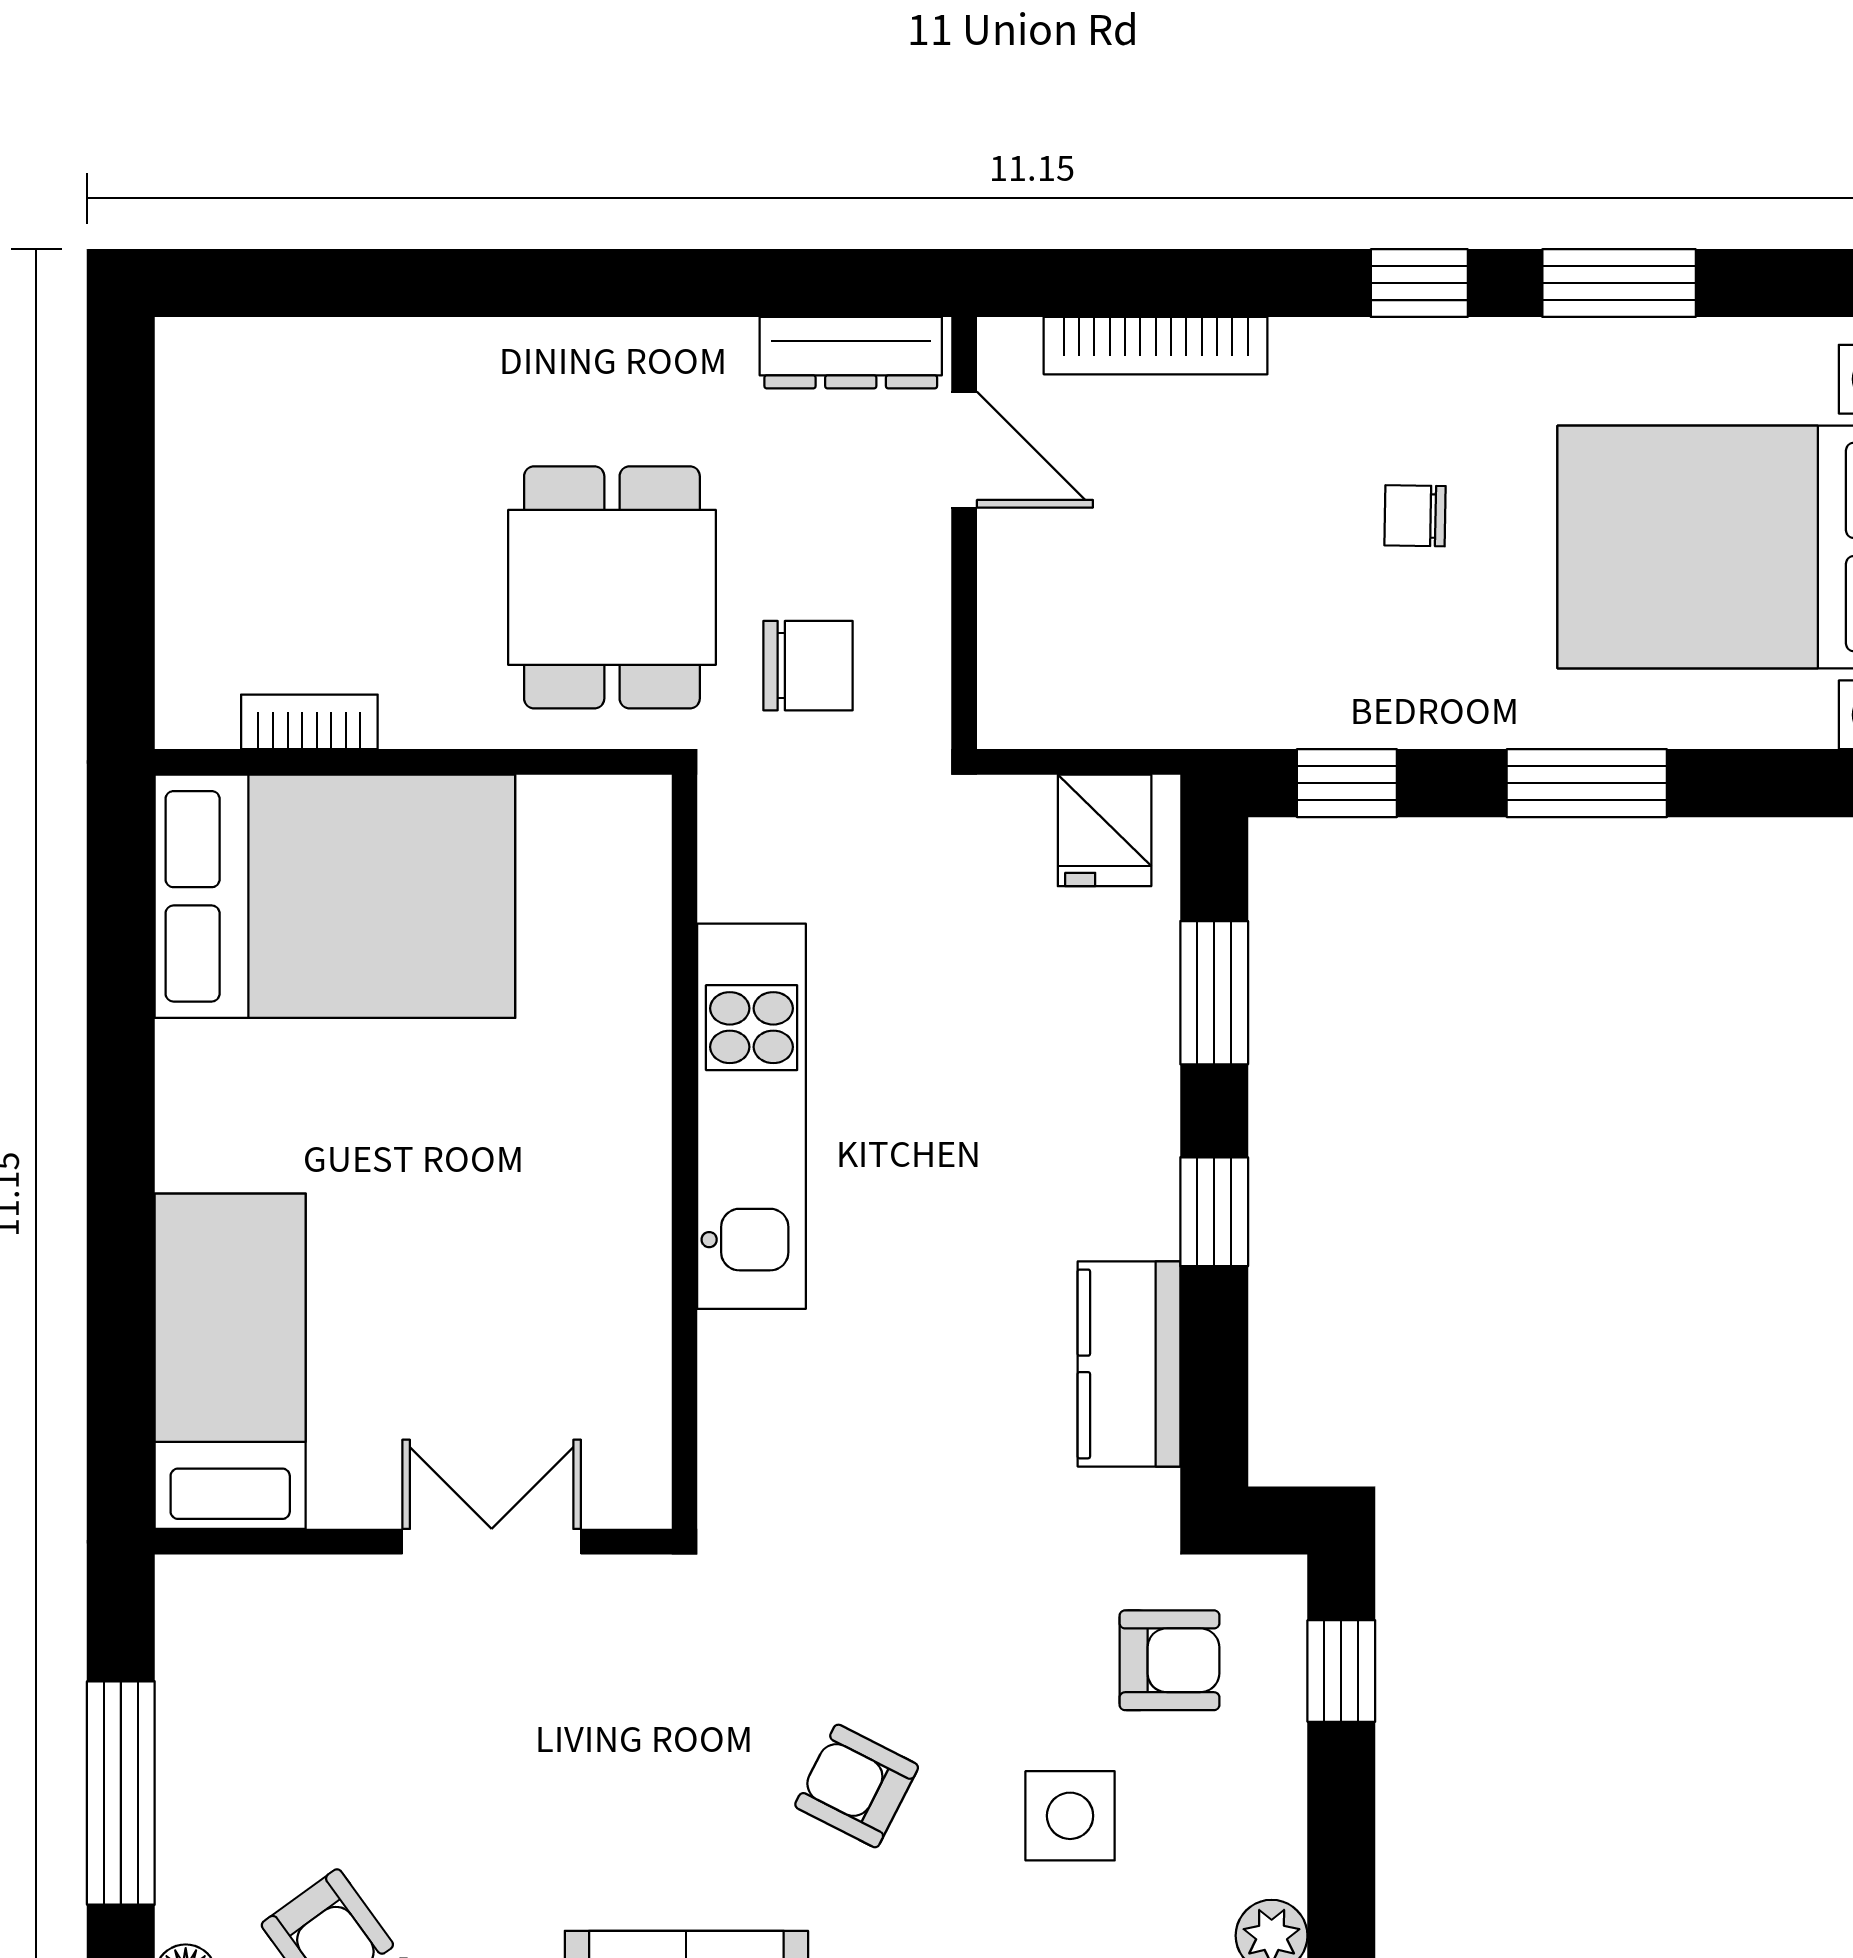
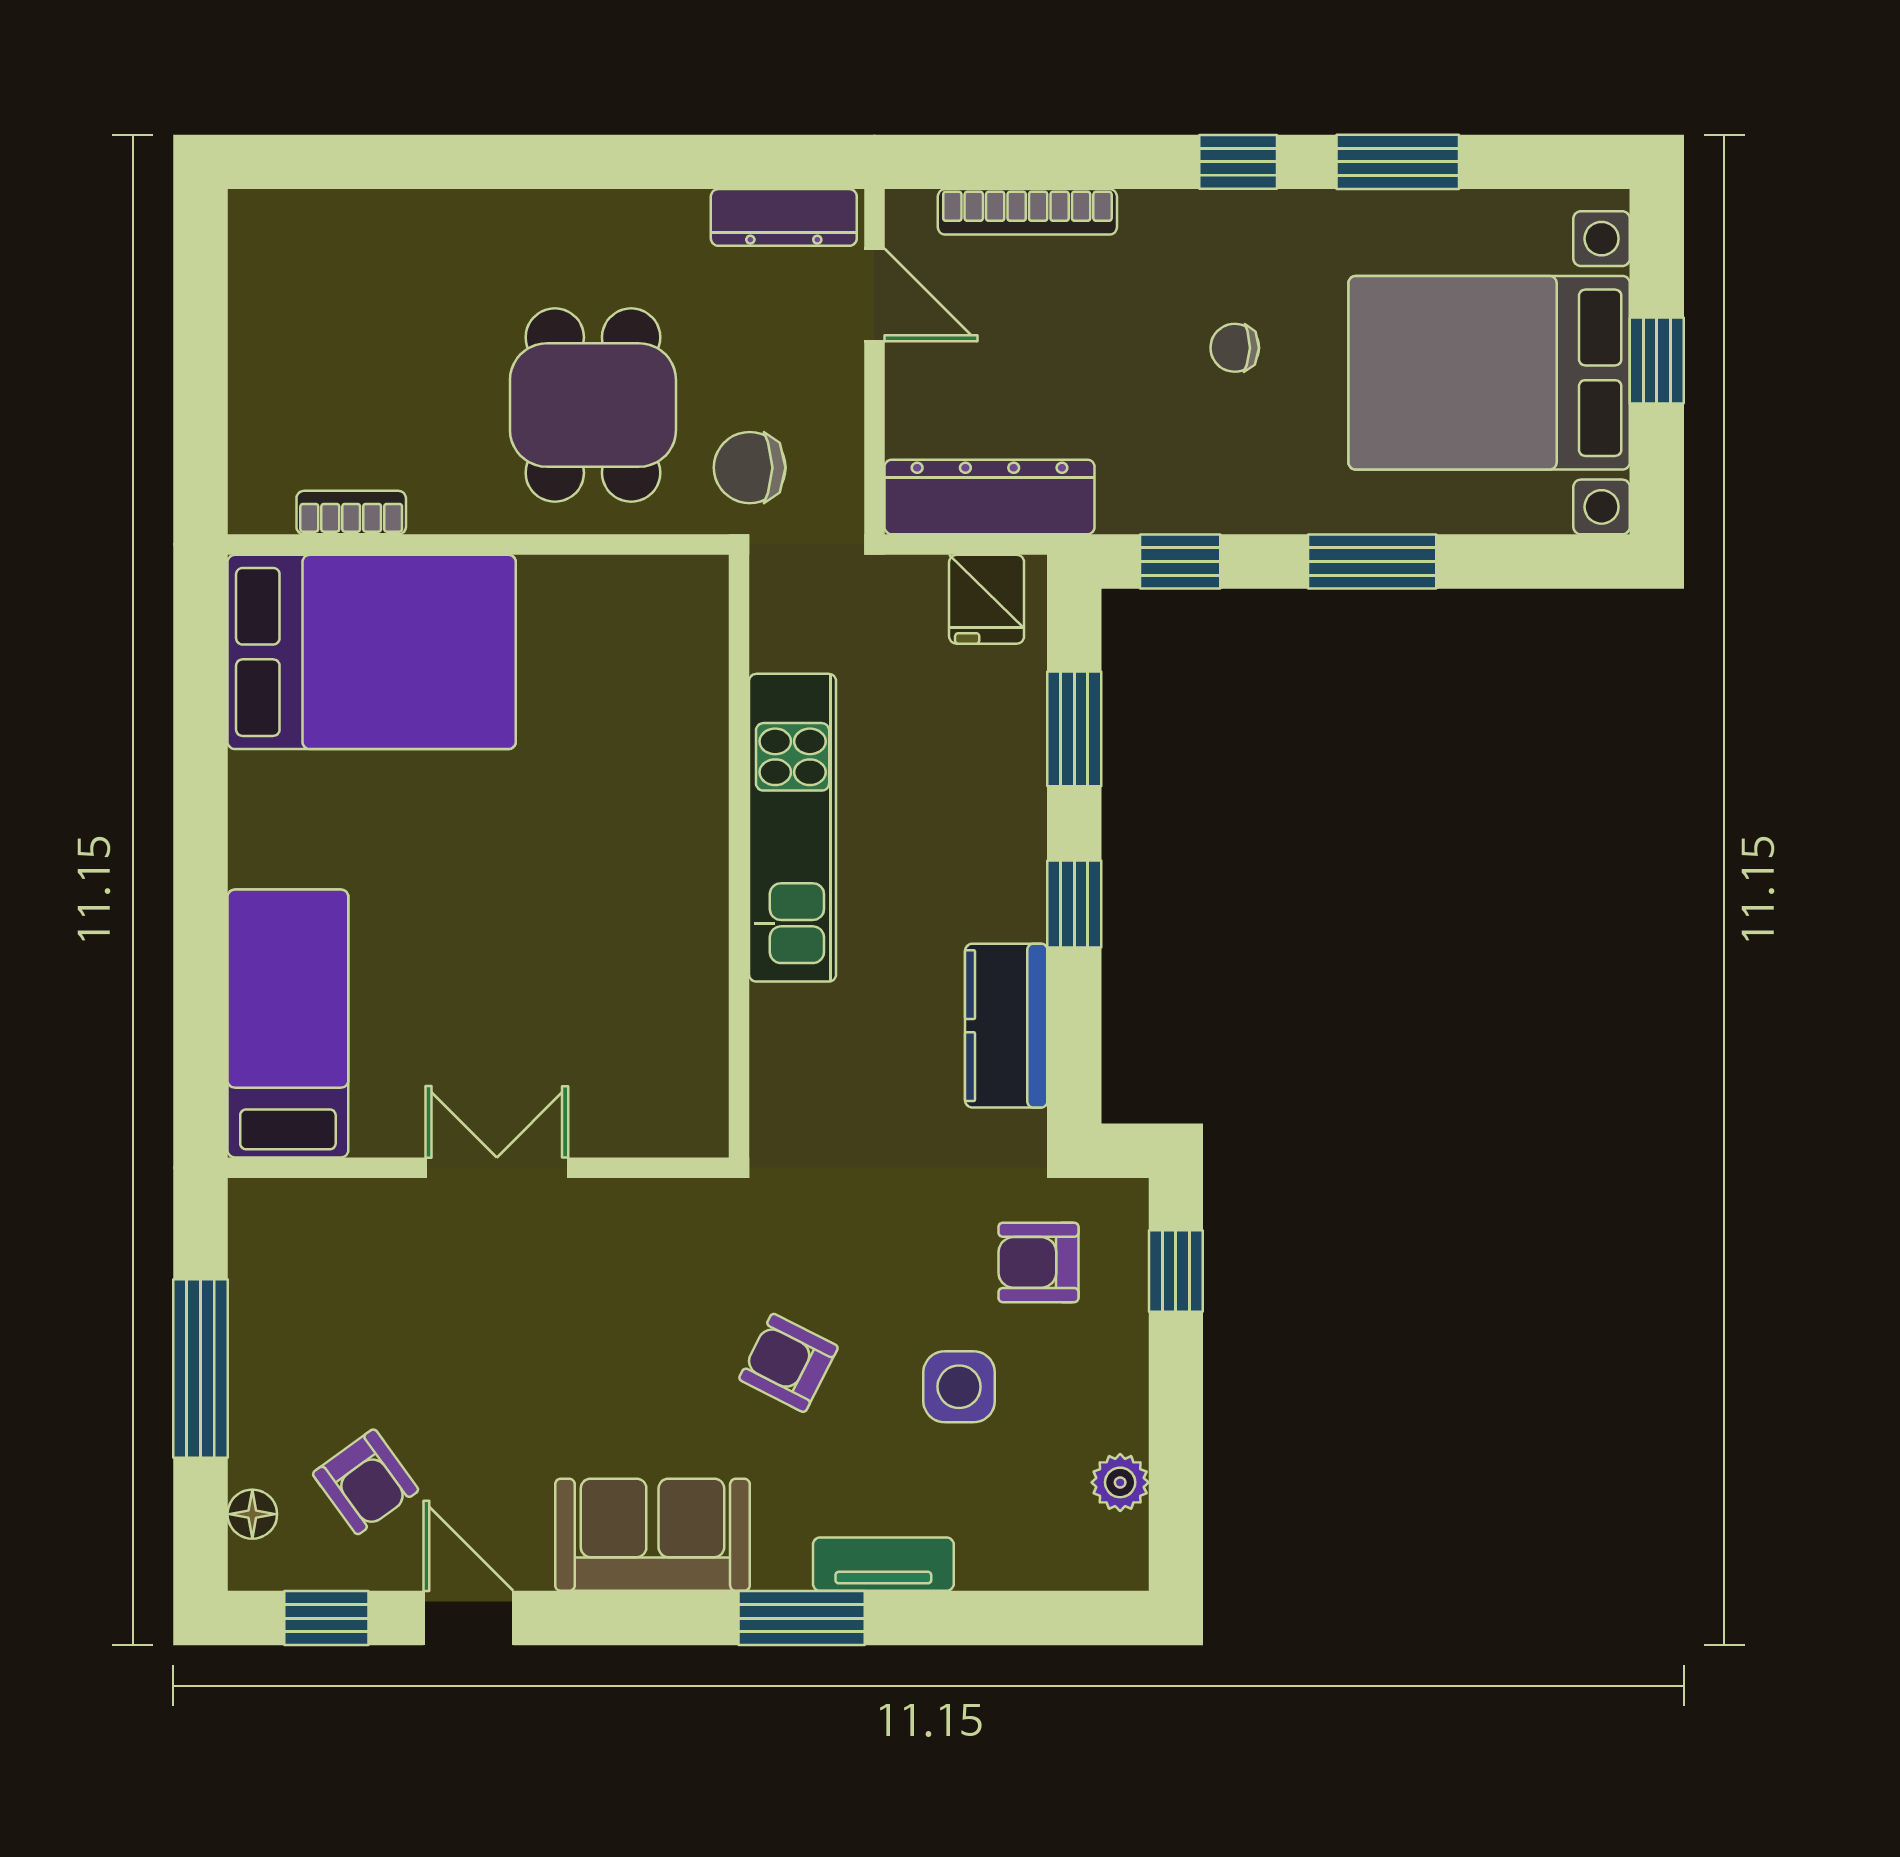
chair: (808, 666) -> (750, 468), turned 180
dresser: (1108, 702) -> (990, 497), added
kitchen unit: (752, 1116) -> (793, 828), moved
wall: (684, 1152) -> (739, 856), moved
armchair: (1169, 1660) -> (1039, 1262), turned 180

